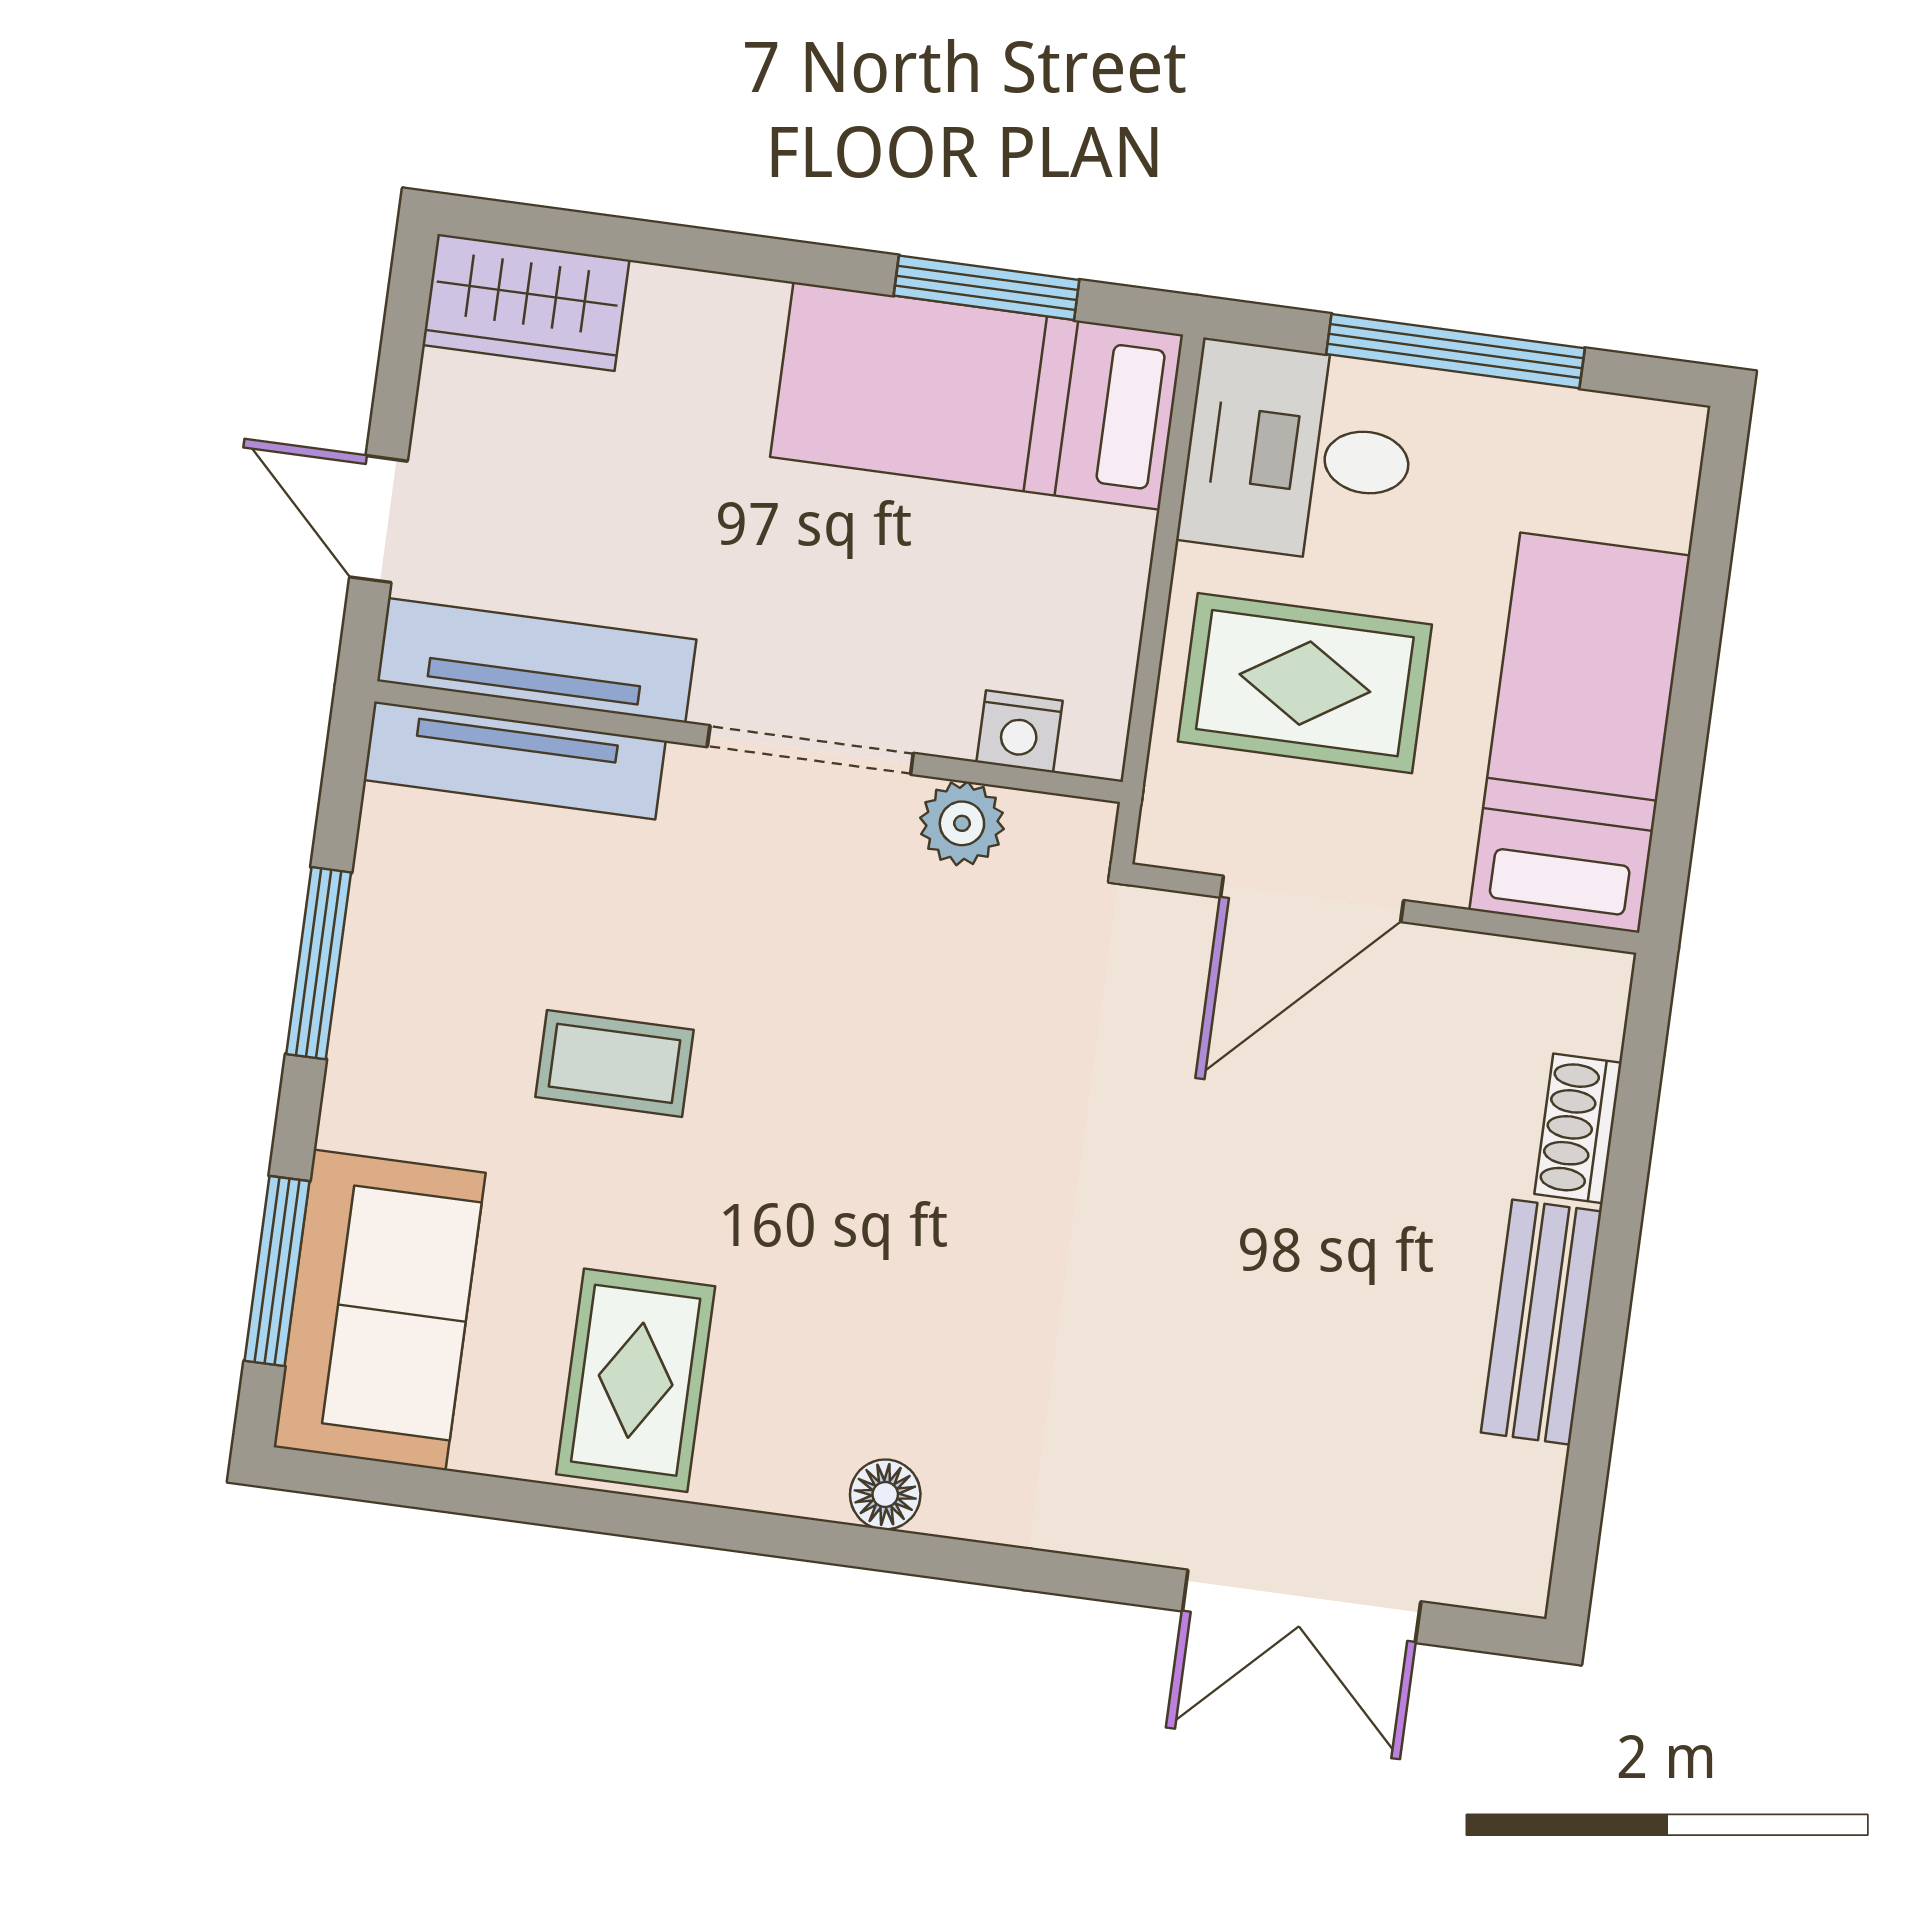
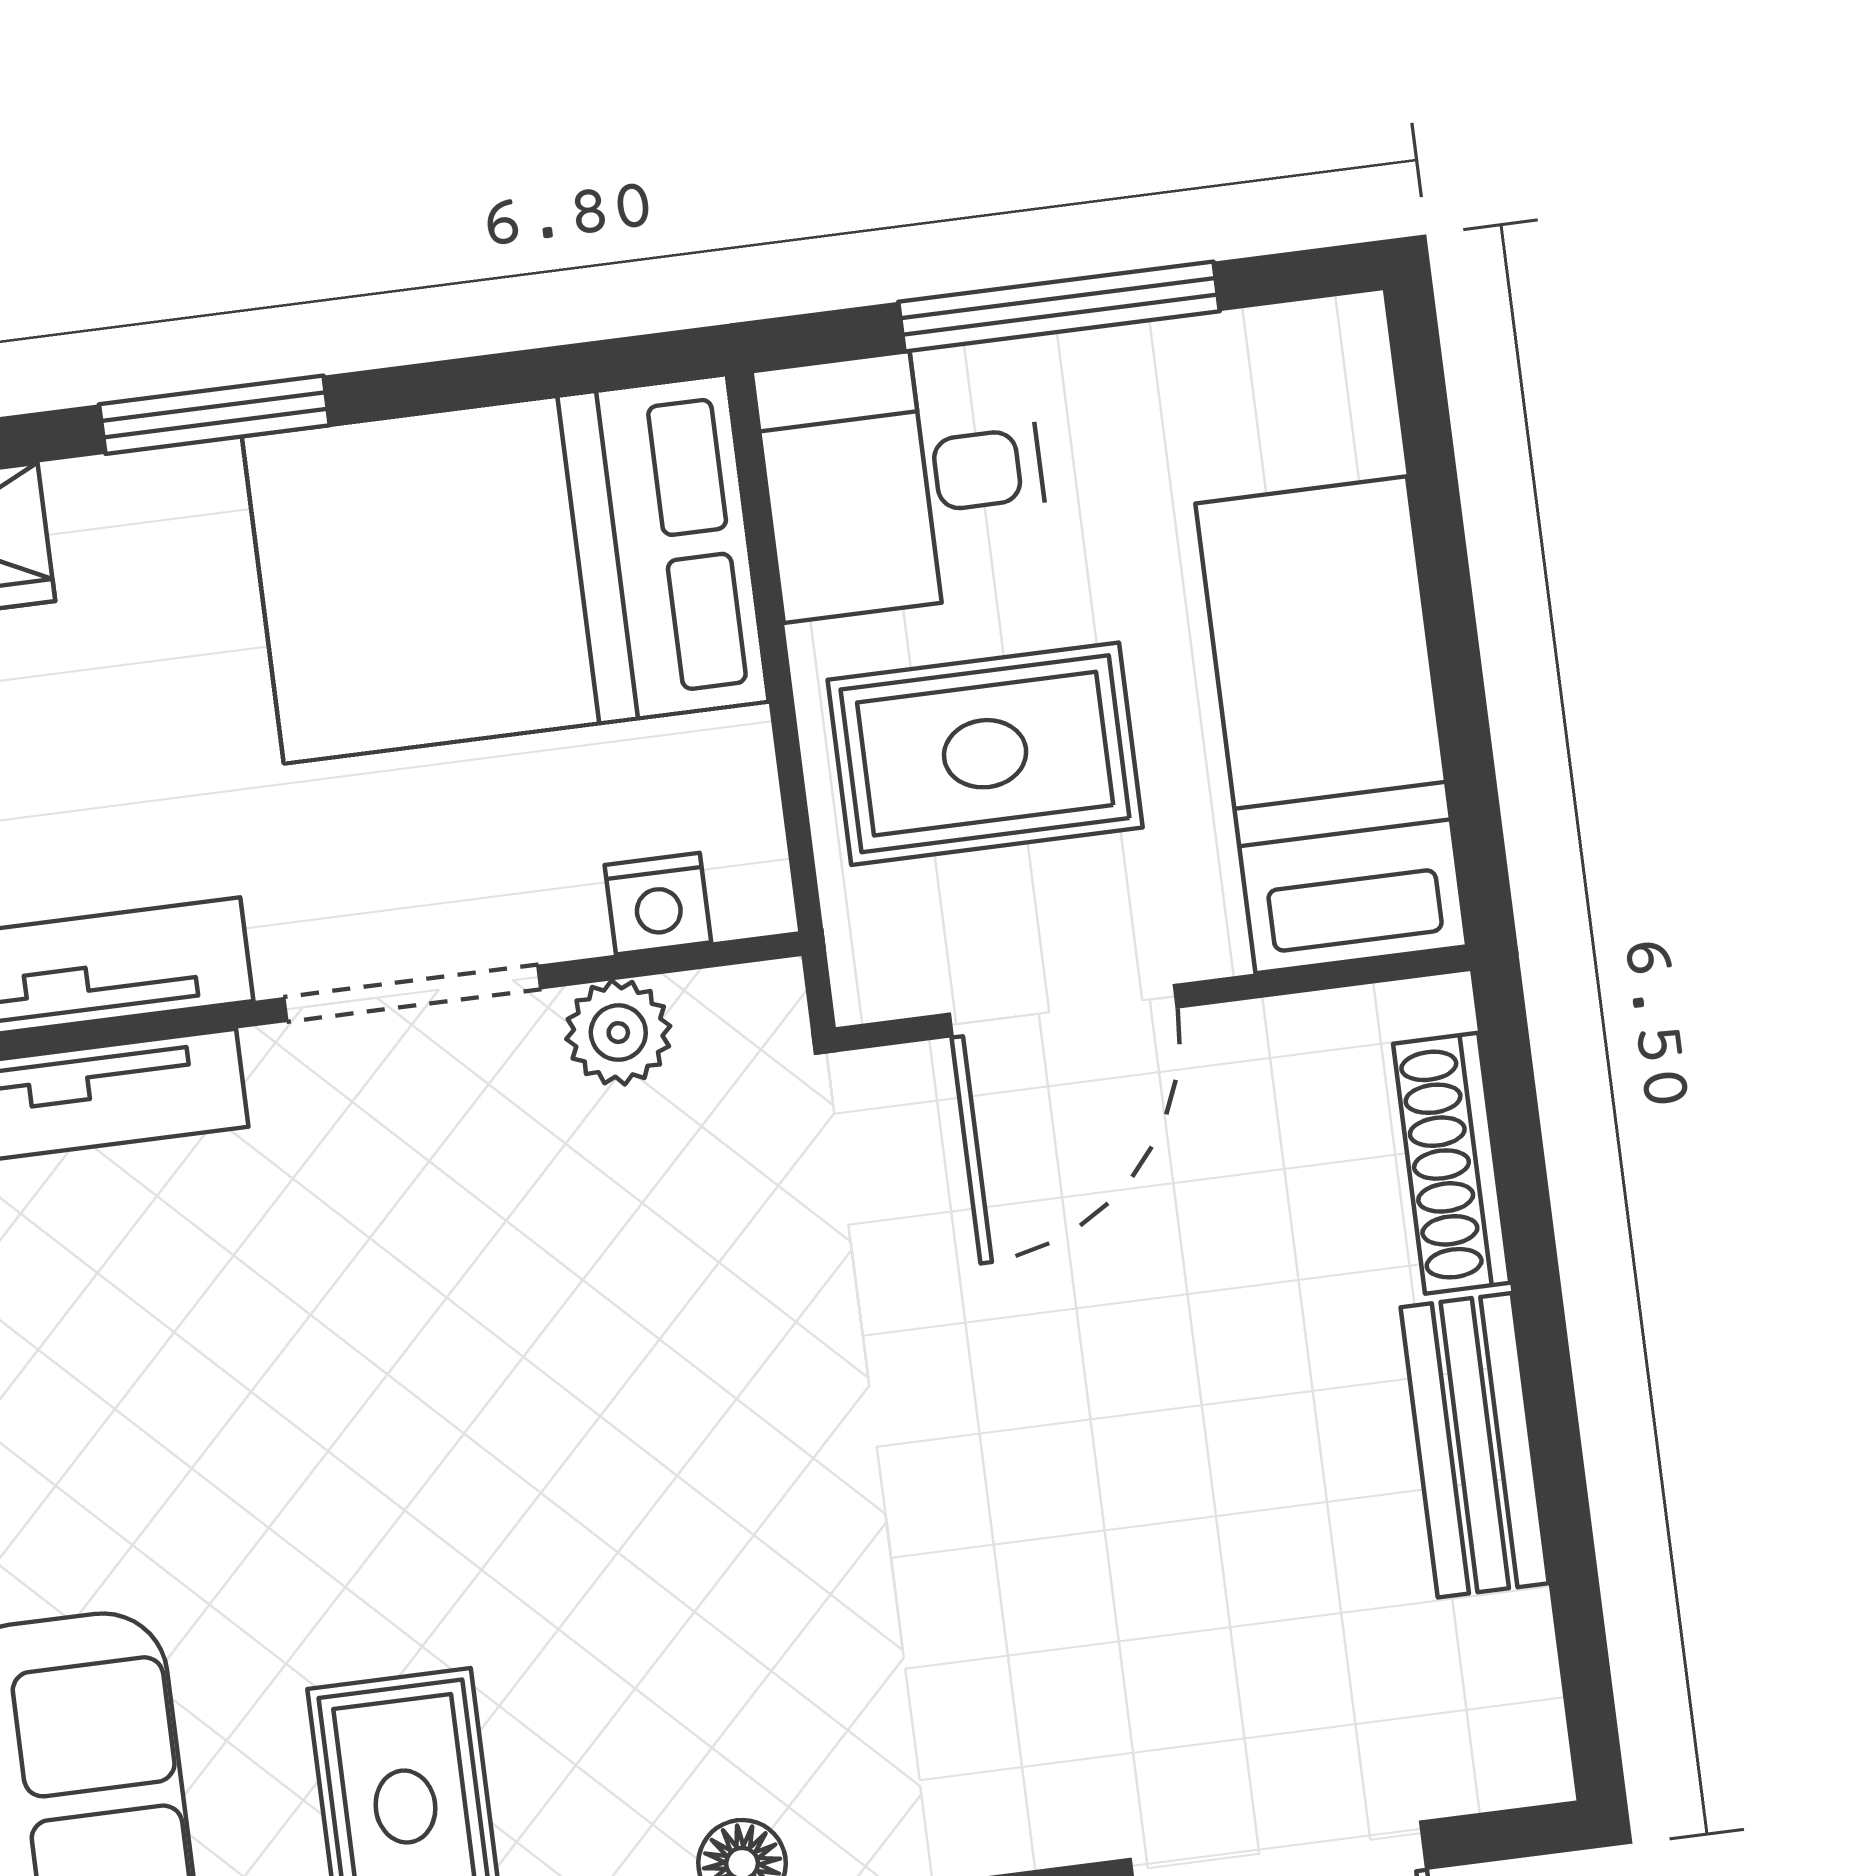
window: (986, 288) -> (214, 415), moved
bed: (977, 396) -> (505, 569), width x1.50
coffee table: (614, 1063) -> (278, 1433), removed
shoe rack: (1578, 1128) -> (1452, 1163), width x1.43

